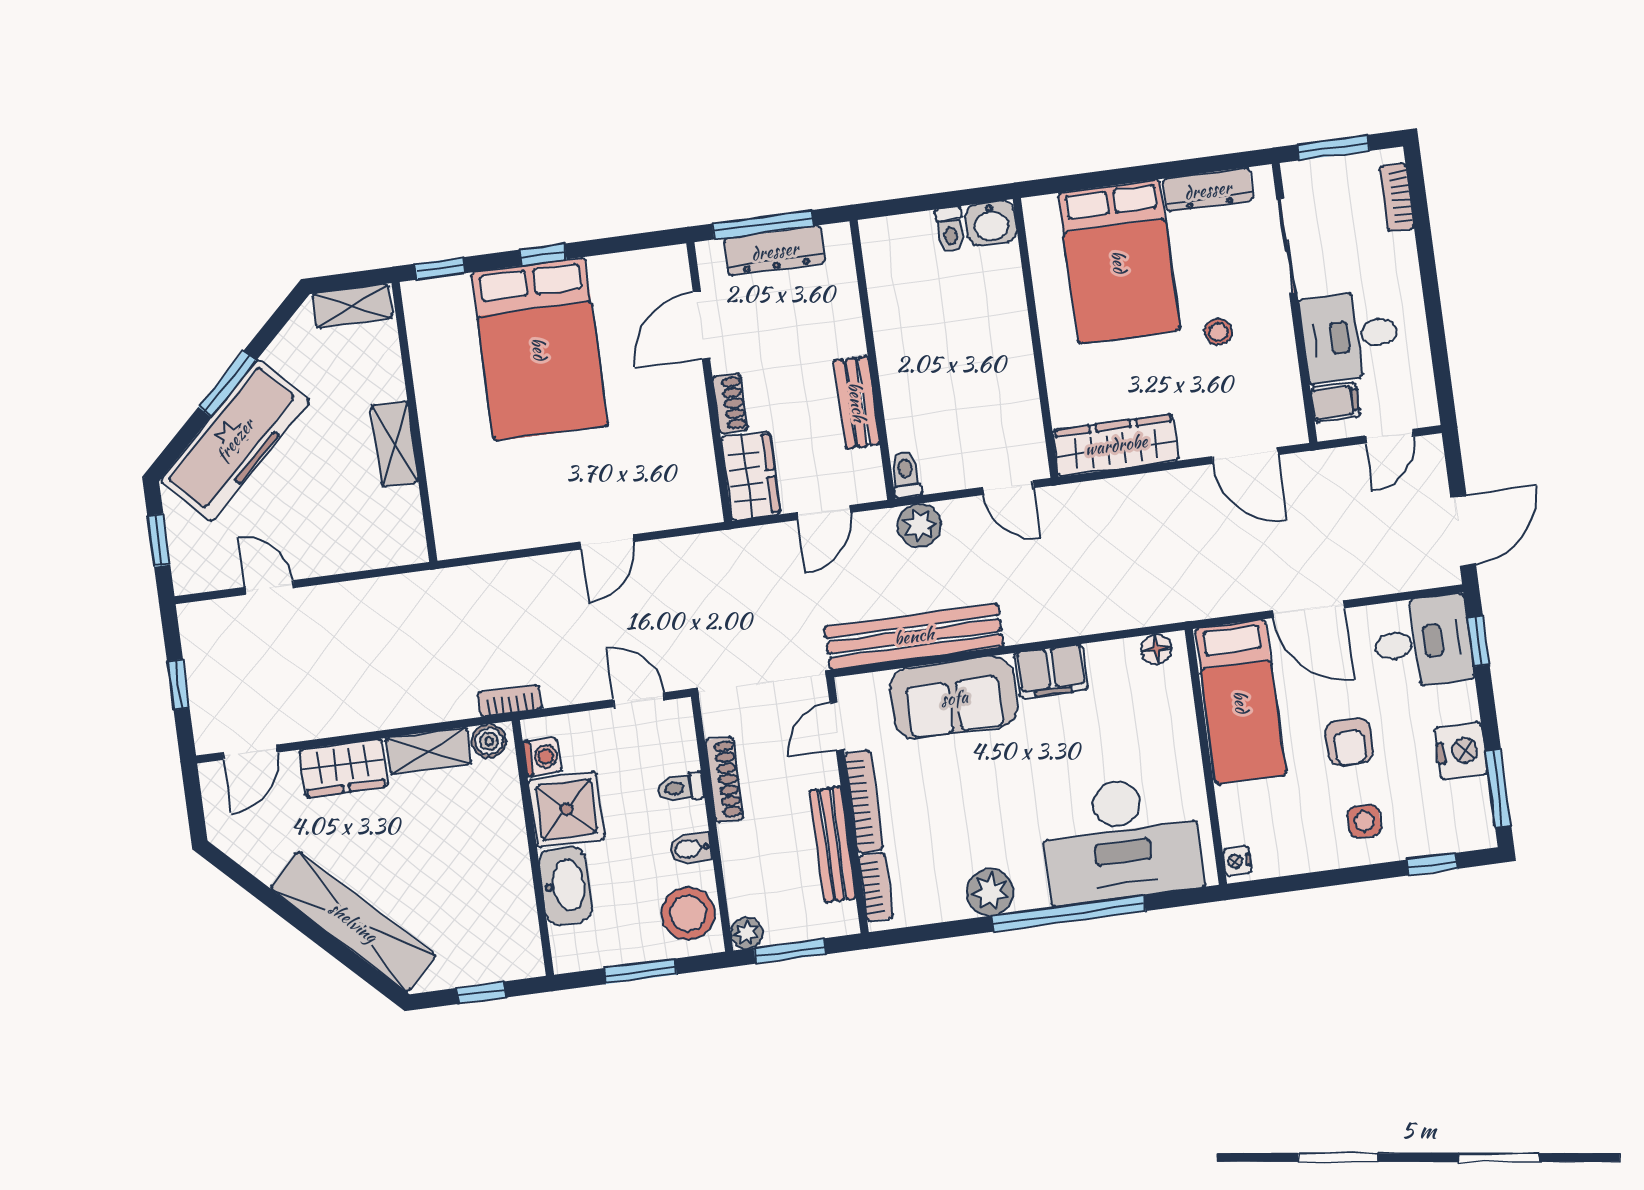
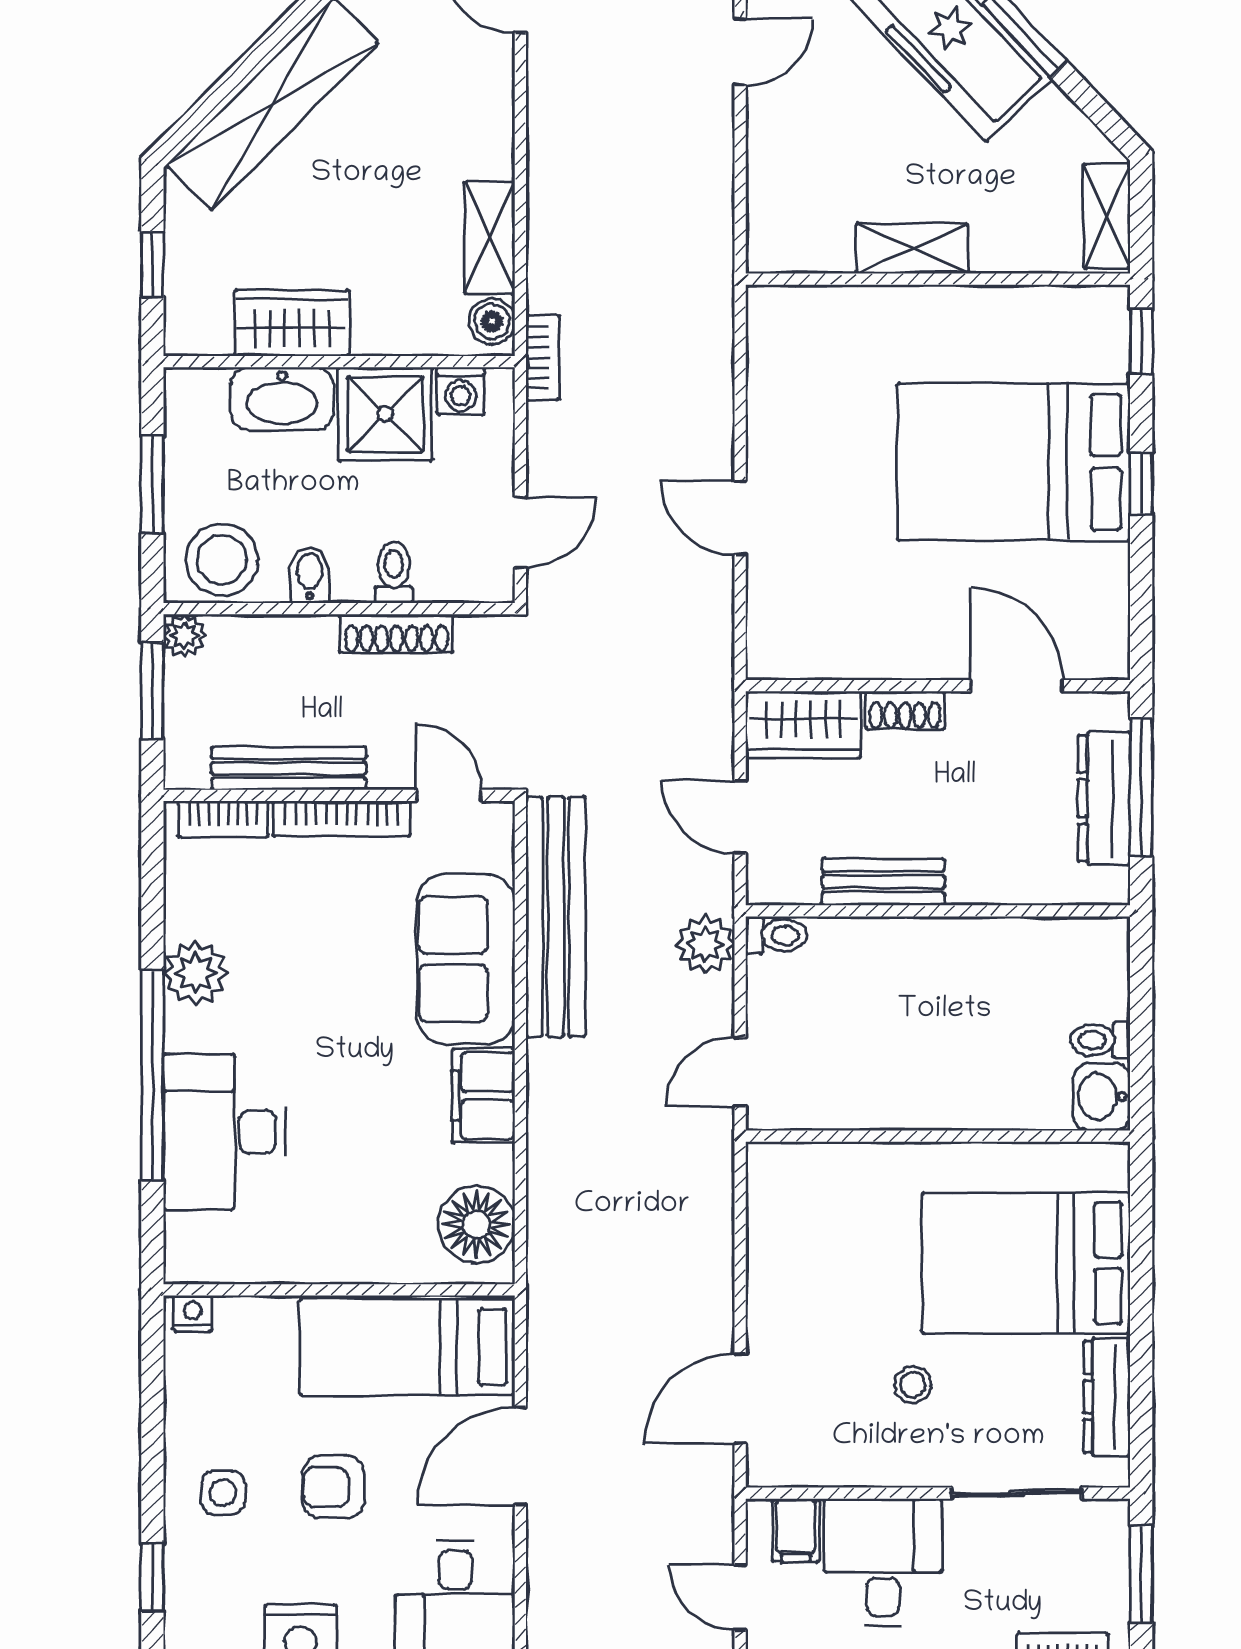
wardrobe: (1116, 445) -> (778, 1225), removed
floor lamp: (1156, 649) -> (476, 1224), width x1.89, depth x1.89
wardrobe: (344, 768) -> (292, 323), moved, turned 90
desk: (1121, 839) -> (225, 1132), width x0.73, depth x0.77

